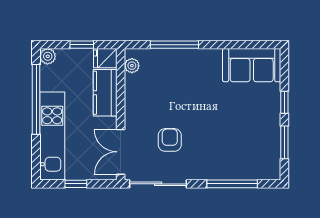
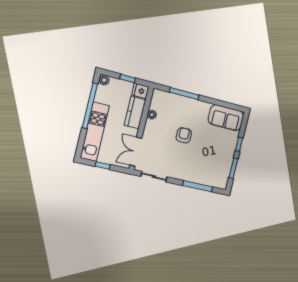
plant: (132, 66) -> (152, 115), moved
armchair: (170, 140) -> (184, 135), moved
sliding door: (158, 184) -> (154, 177), width x0.73

